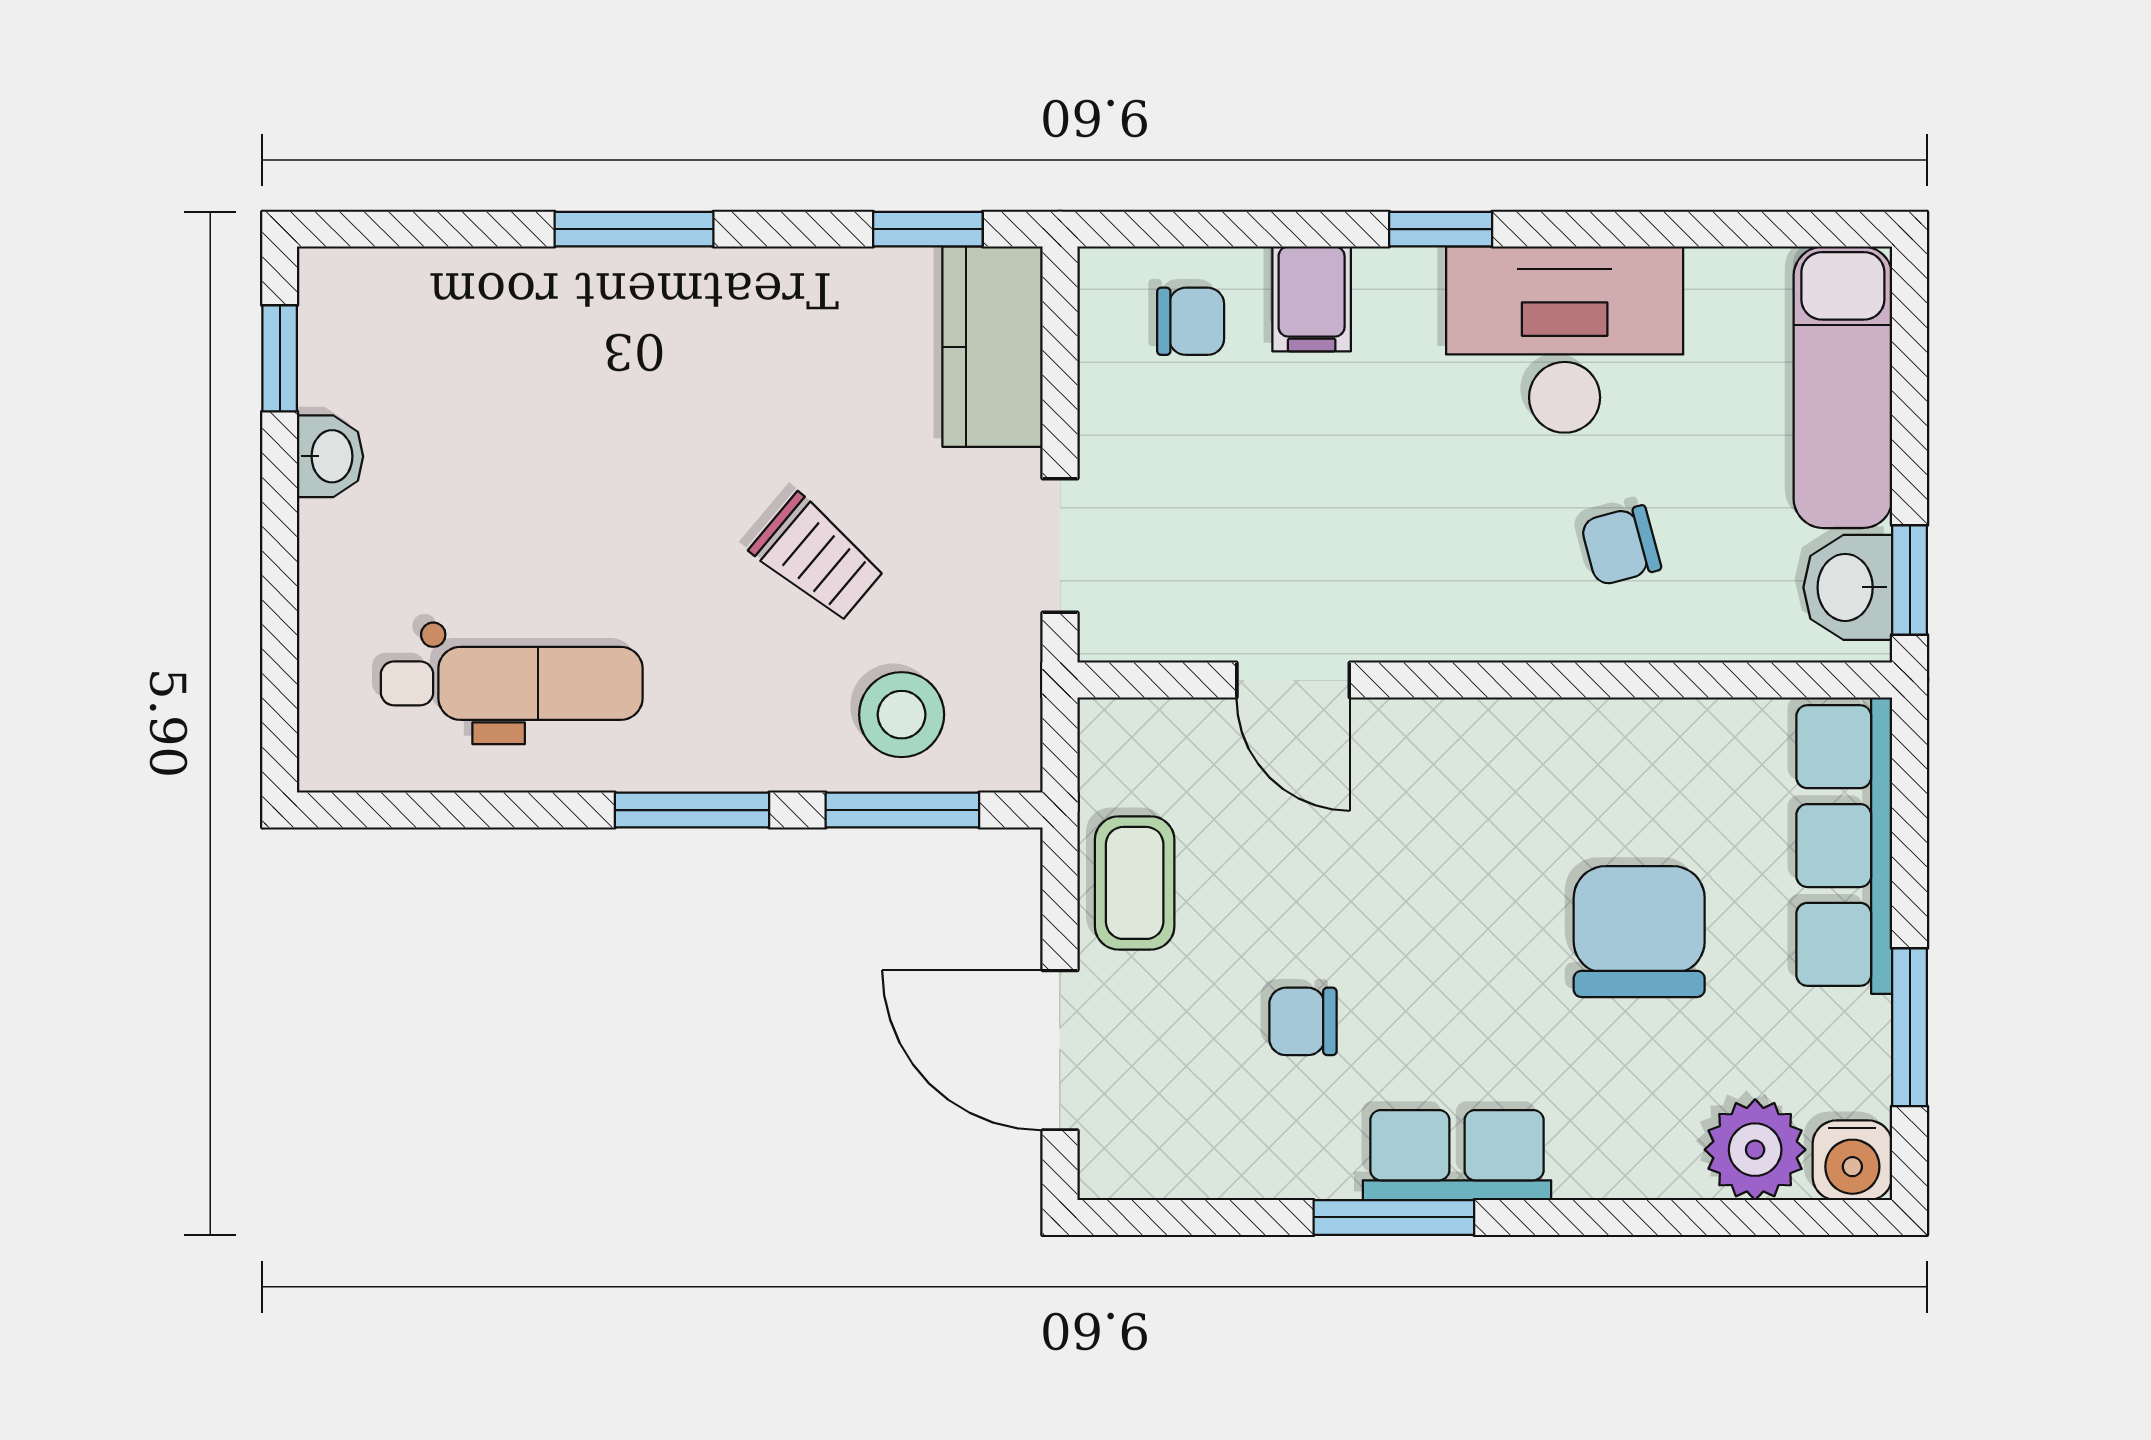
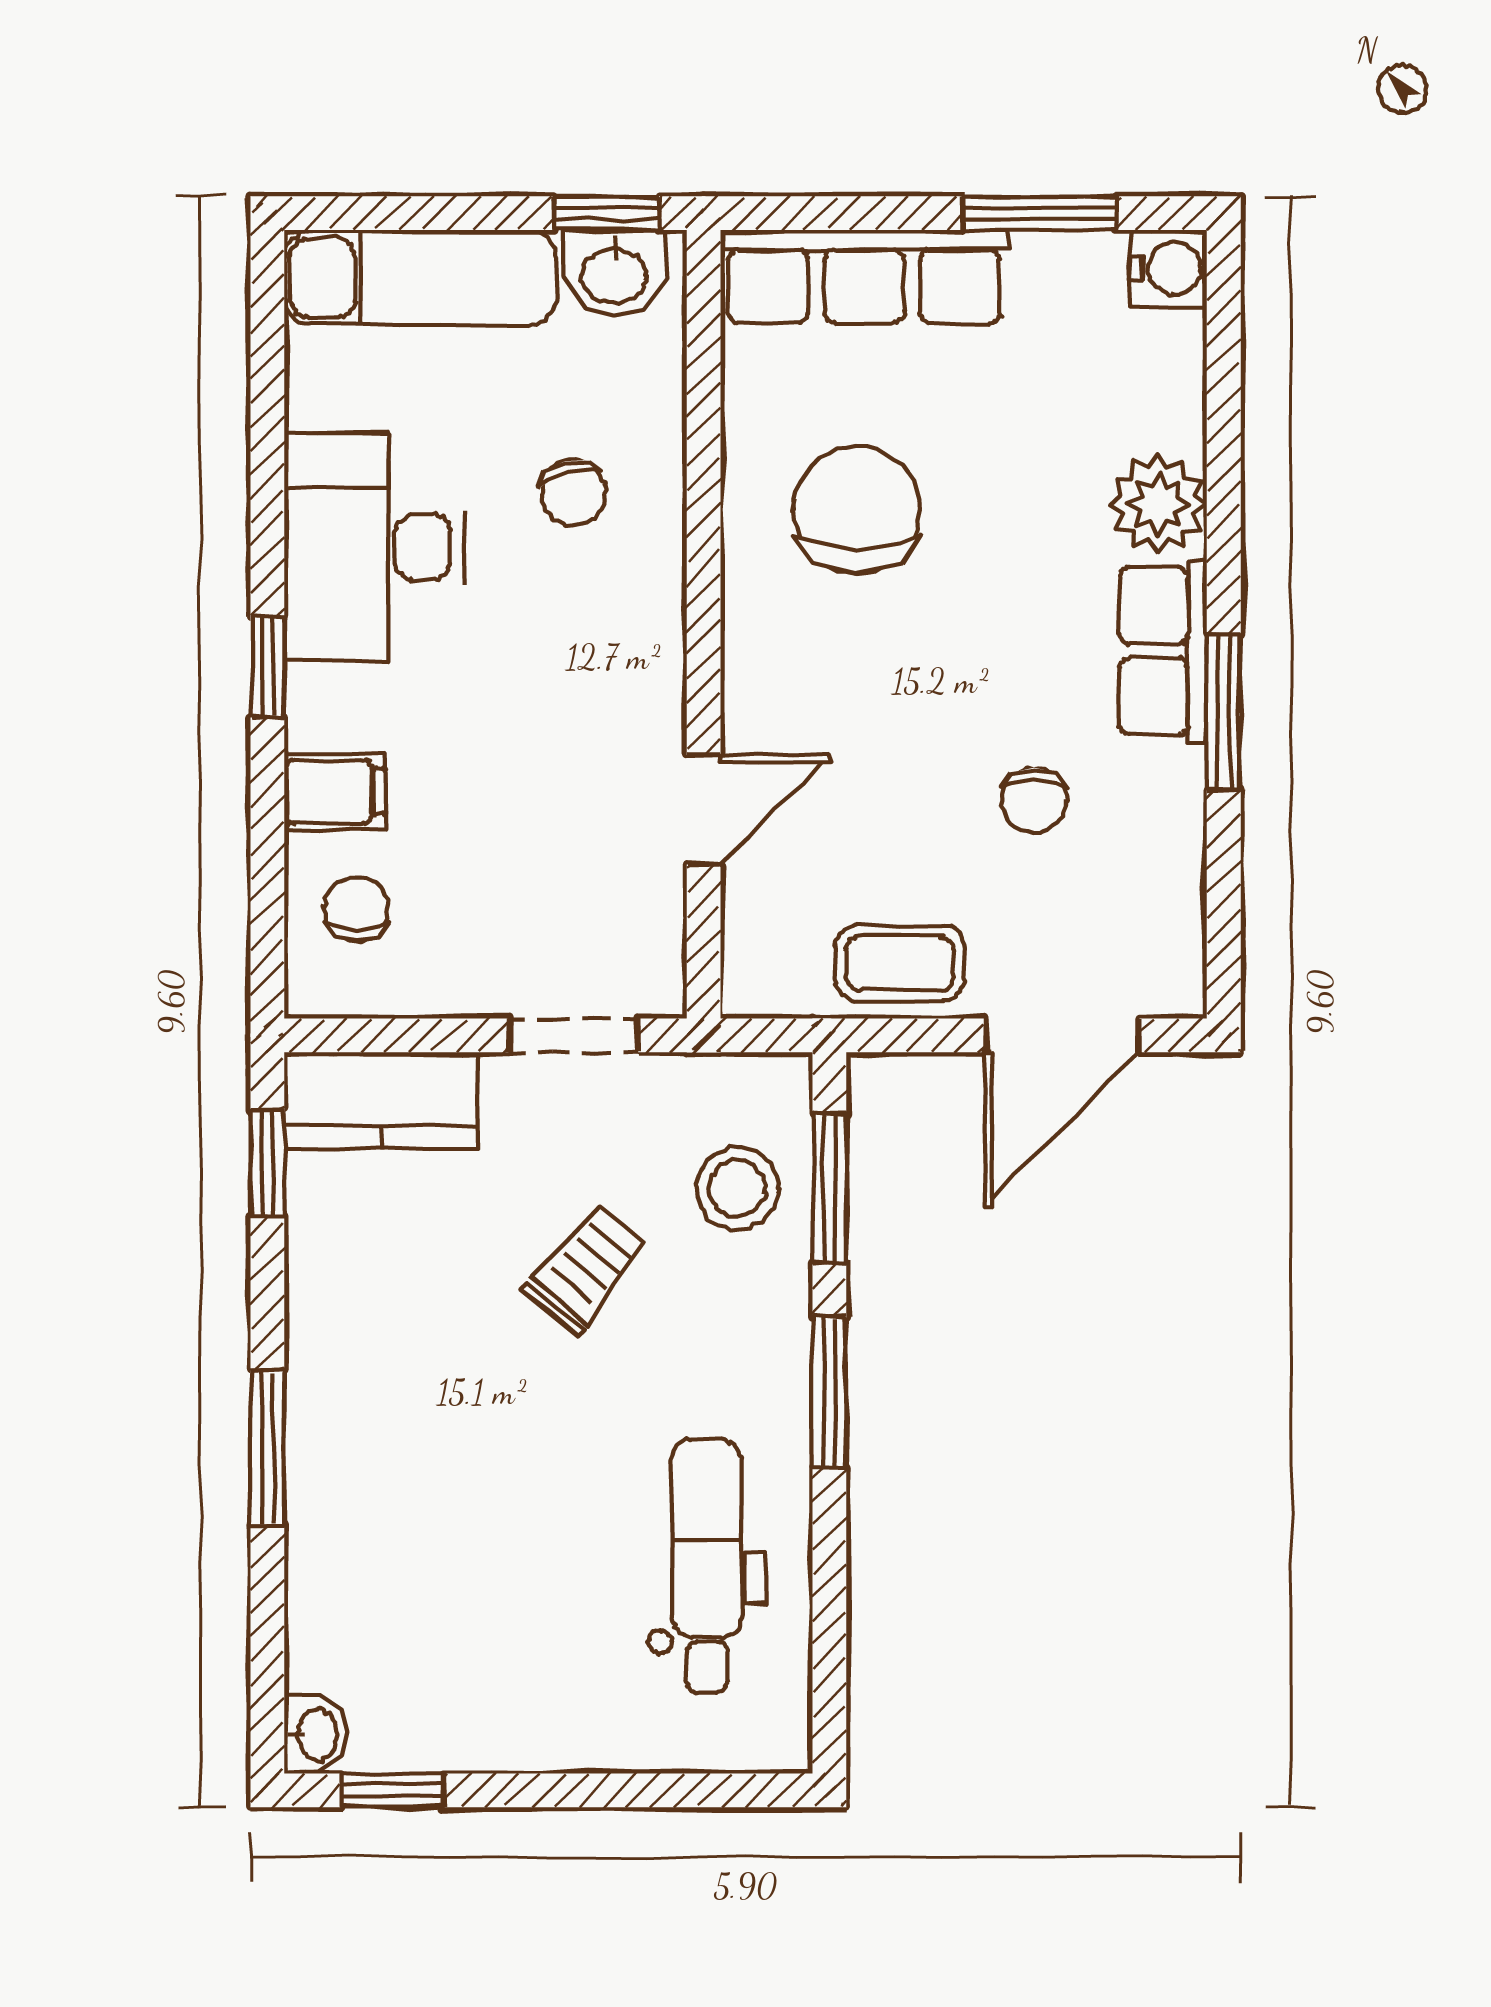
washbasin: (330, 456) -> (316, 1734), moved, turned 90
chair: (1639, 932) -> (857, 510), moved, turned 90
plant: (1755, 1150) -> (1158, 504), moved

